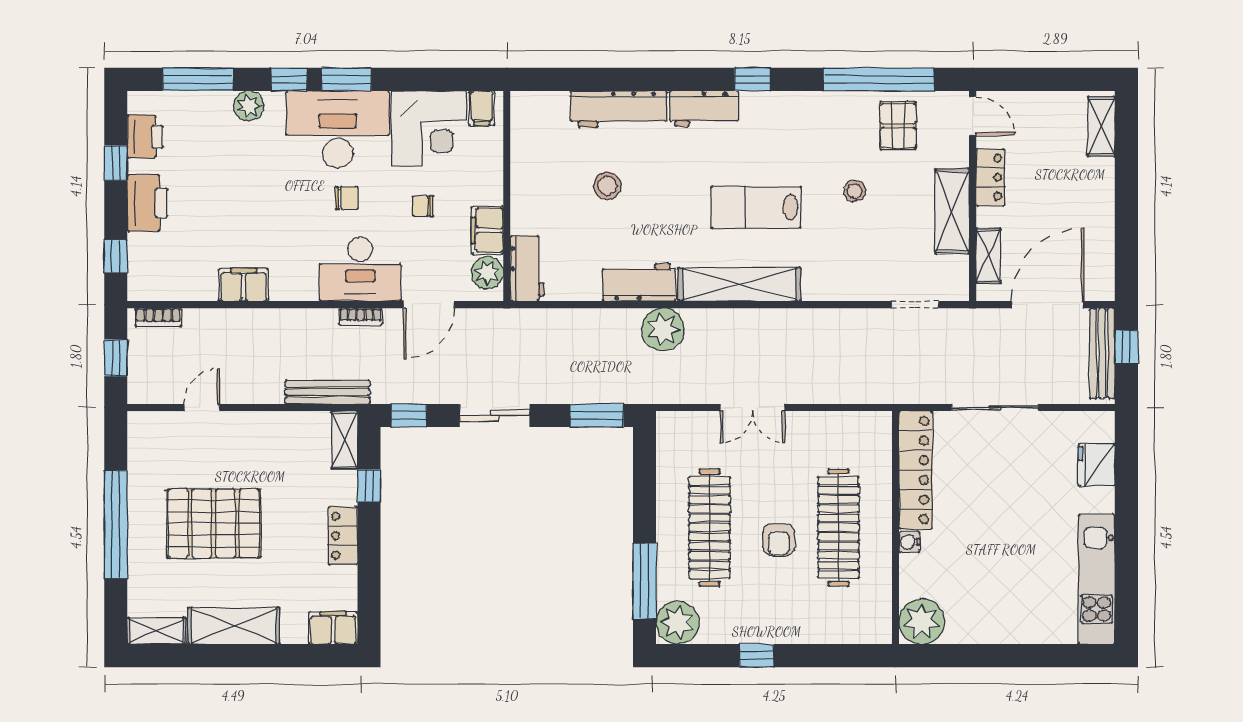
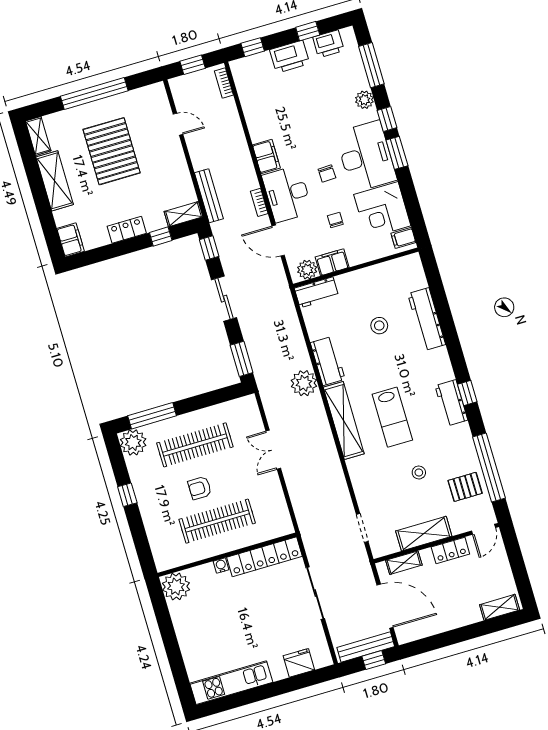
workbench: (704, 109) -> (451, 403), moved
lab bench: (756, 207) -> (392, 417), turned 180
filing cabinet: (244, 285) -> (266, 157), moved

